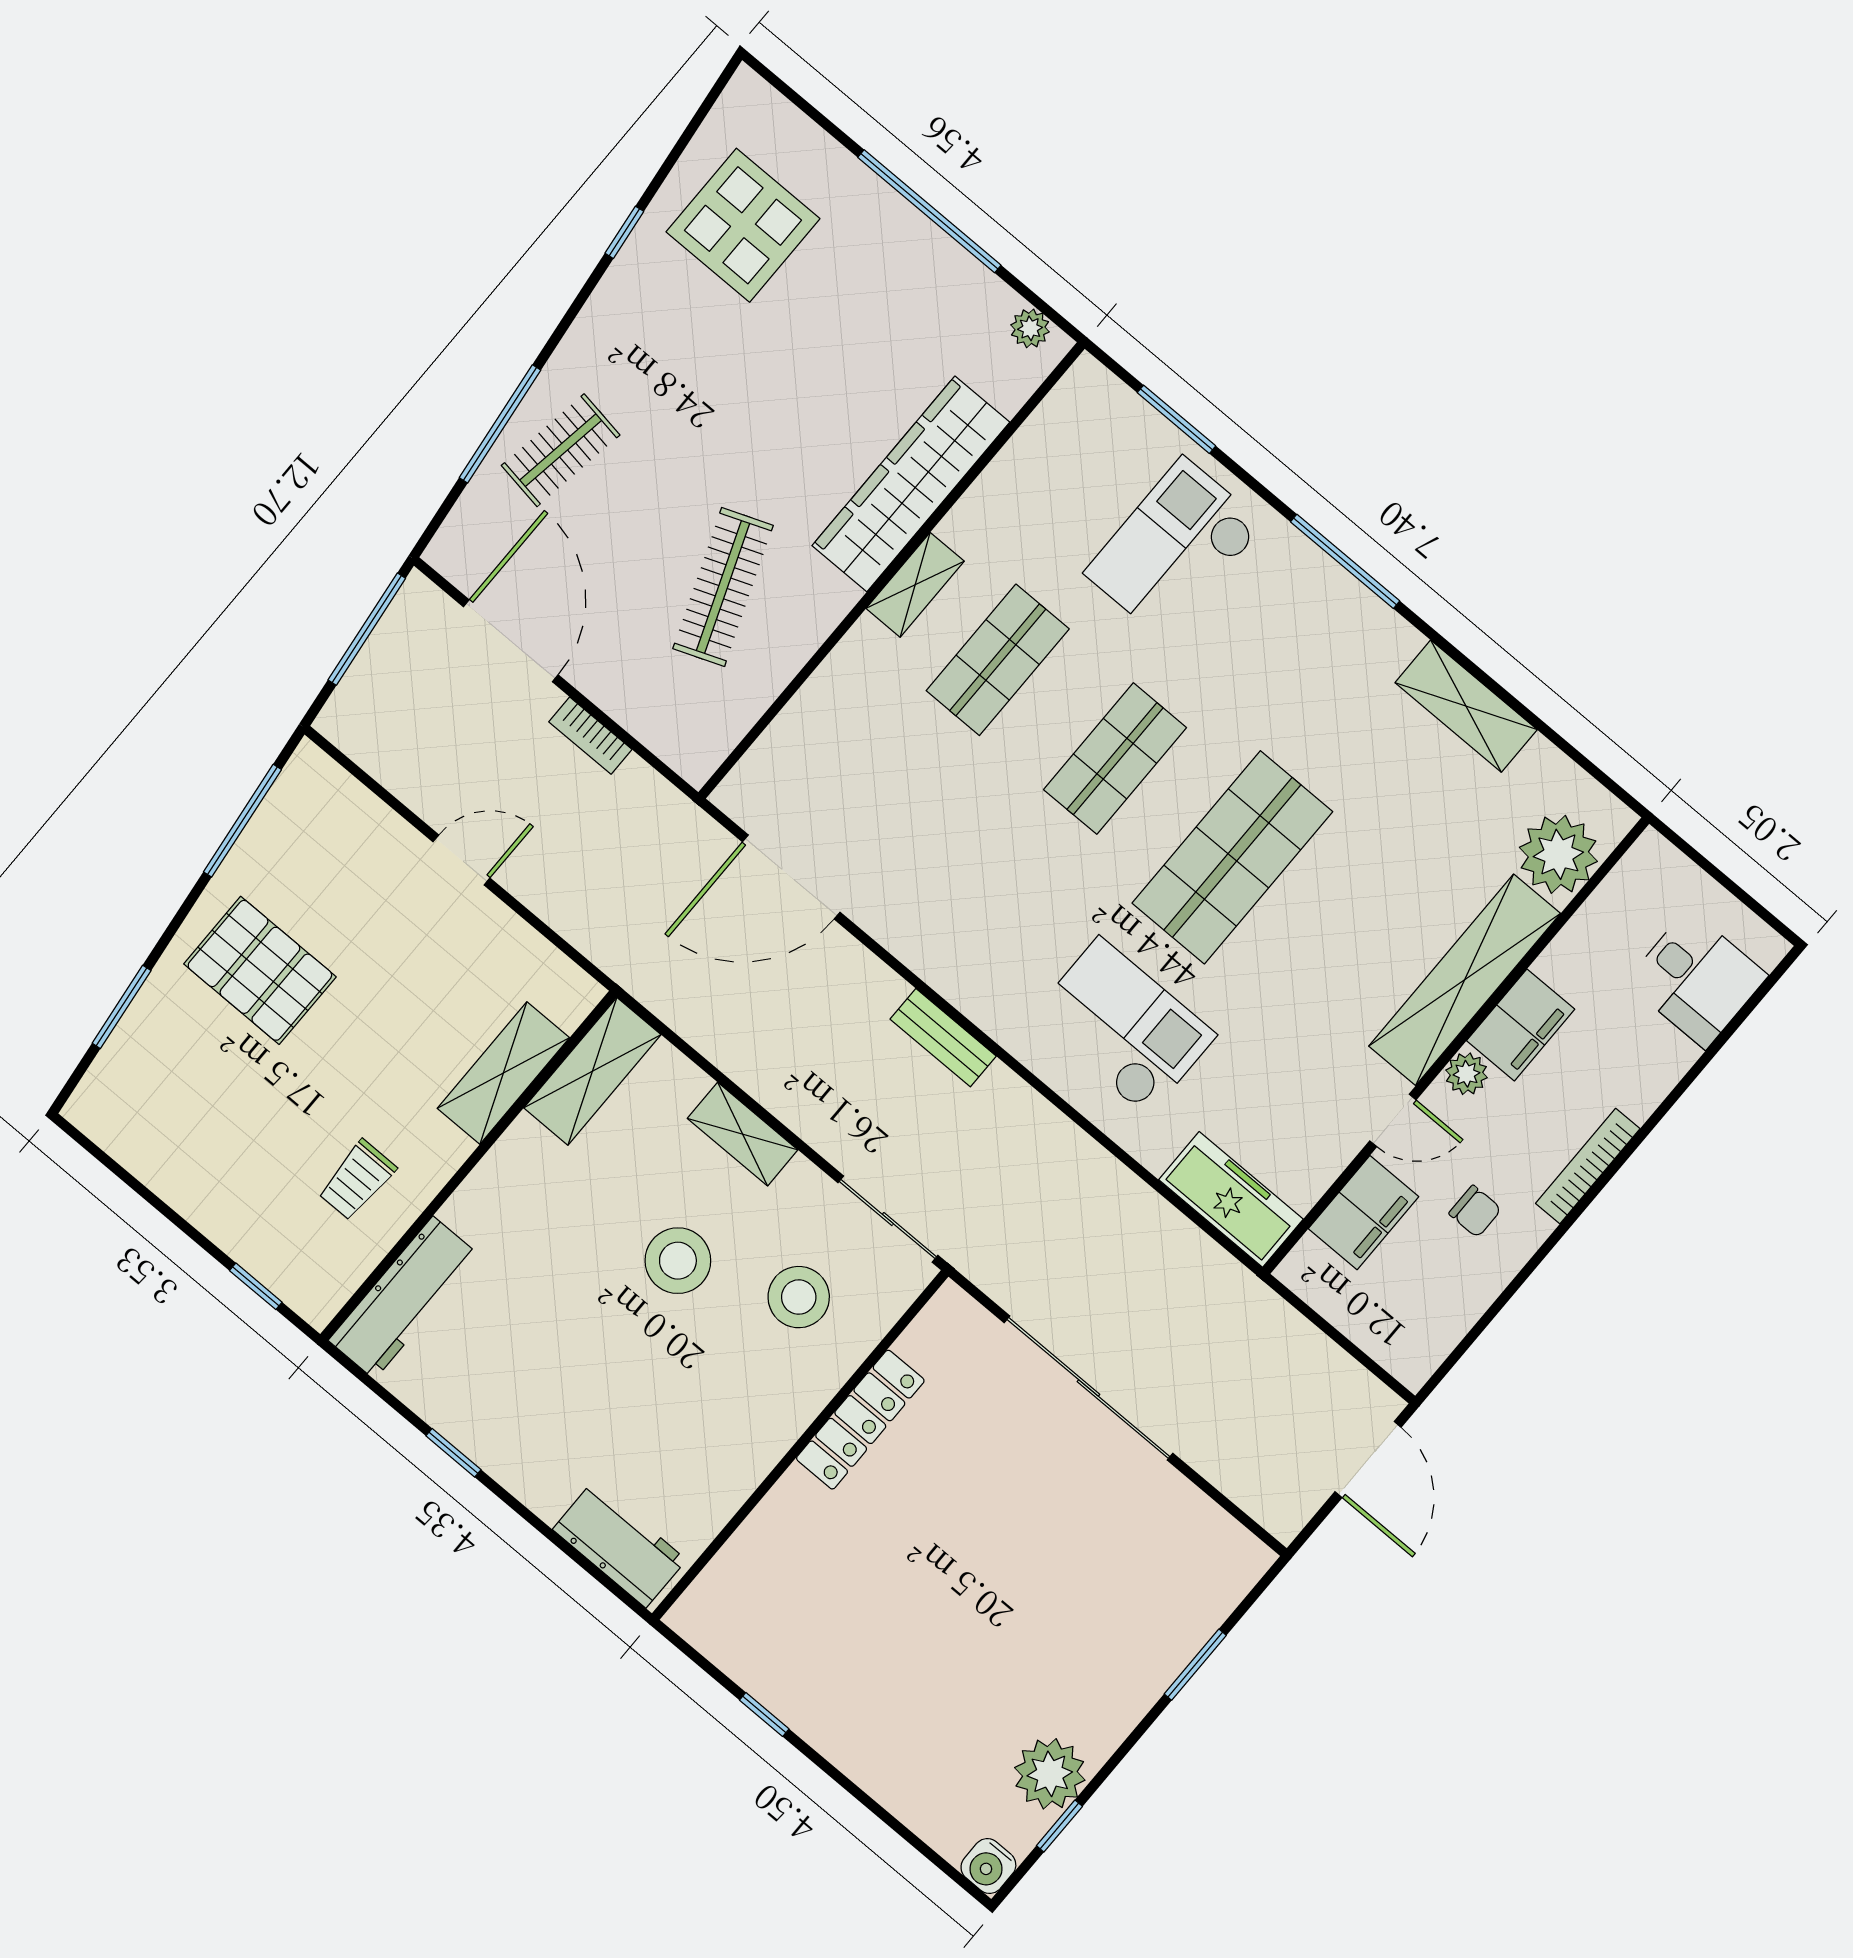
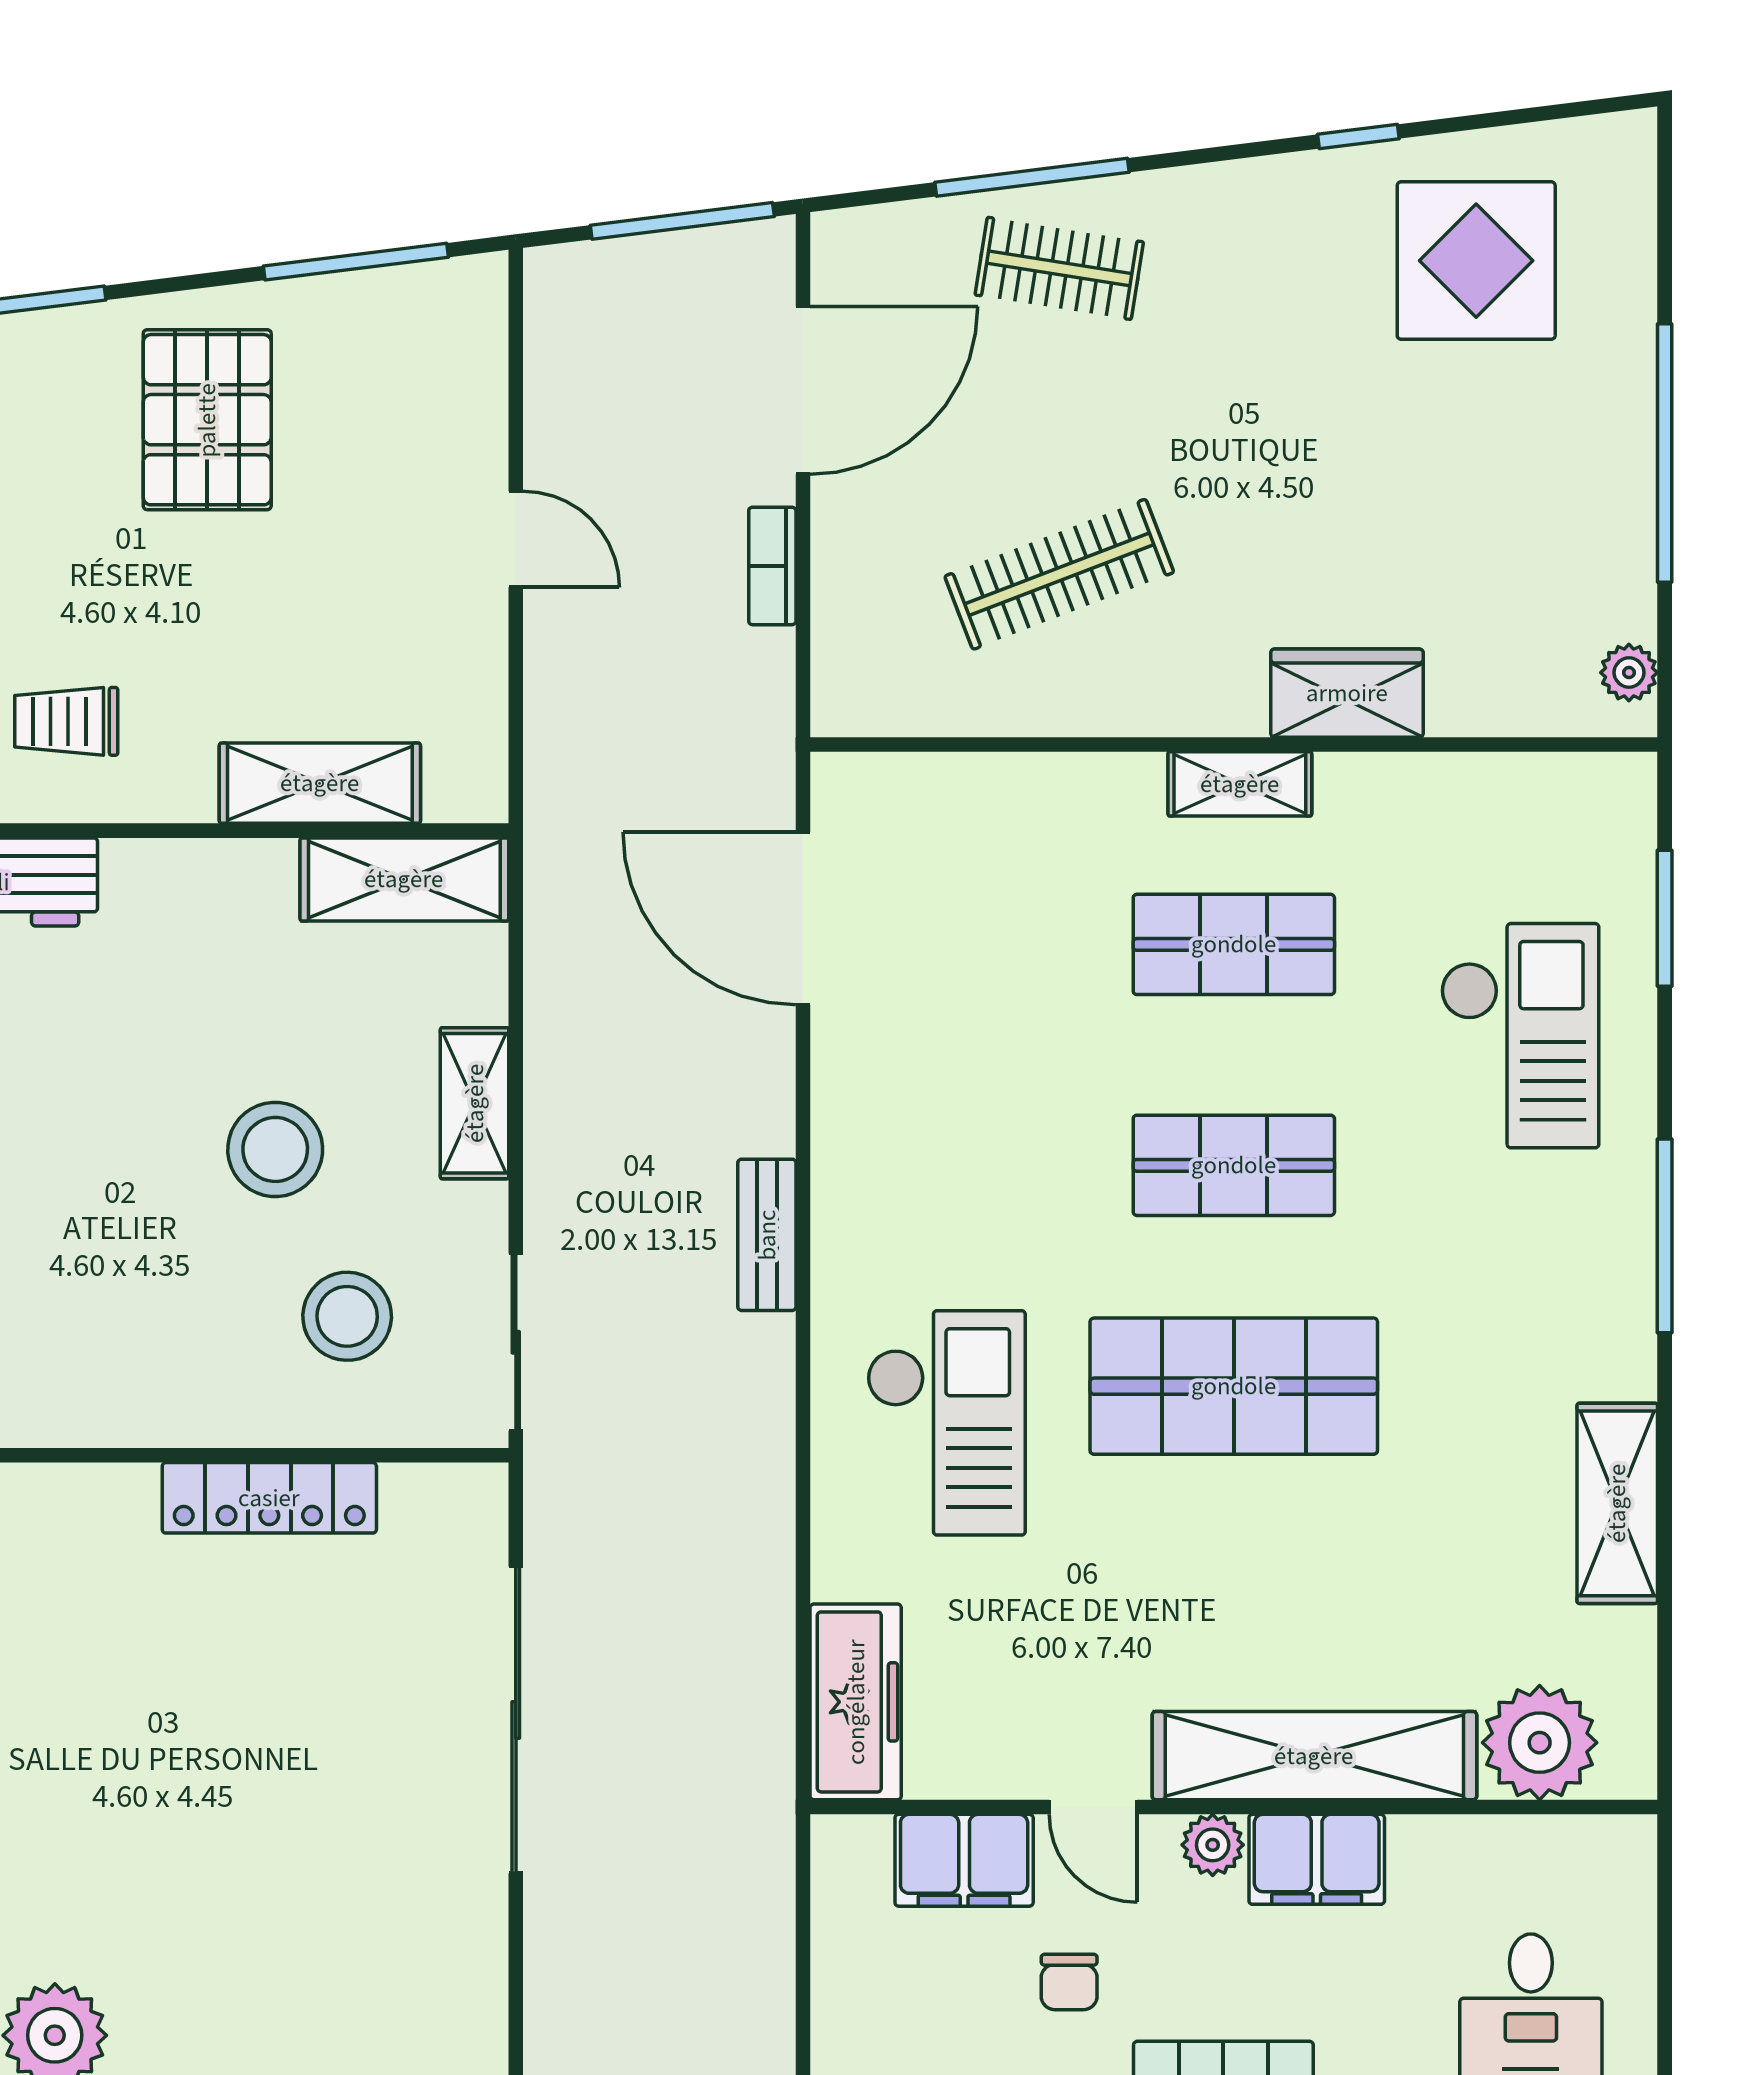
wardrobe: (911, 484) -> (1347, 693), width x0.48, depth x0.85
checkout: (1174, 549) -> (1520, 1036), turned 90

